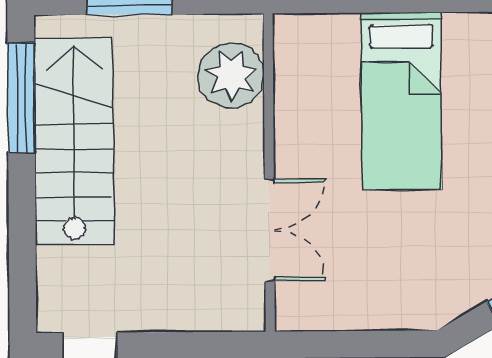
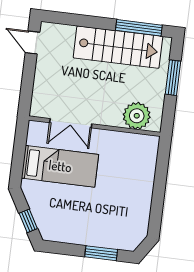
bed: (401, 101) -> (60, 166), moved, turned 180

